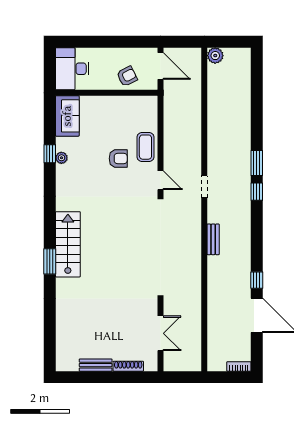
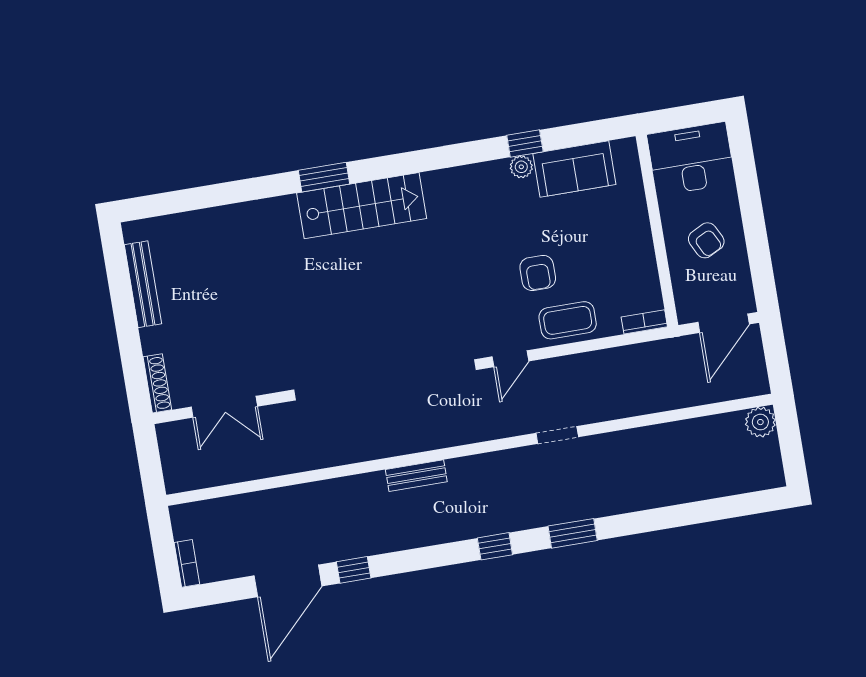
armchair: (127, 76) -> (706, 240), moved
bookcase: (153, 107) -> (644, 322), added
sofa: (67, 116) -> (574, 169), moved
doorway: (204, 187) -> (557, 435), moved
window: (257, 192) -> (495, 546), moved
bench: (96, 365) -> (143, 284), width x1.36
shoe rack: (128, 366) -> (157, 383), moved

